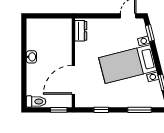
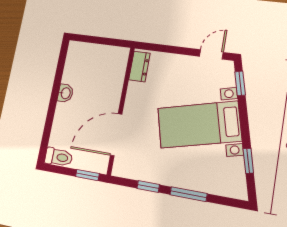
window: (139, 110) -> (188, 194), moved

